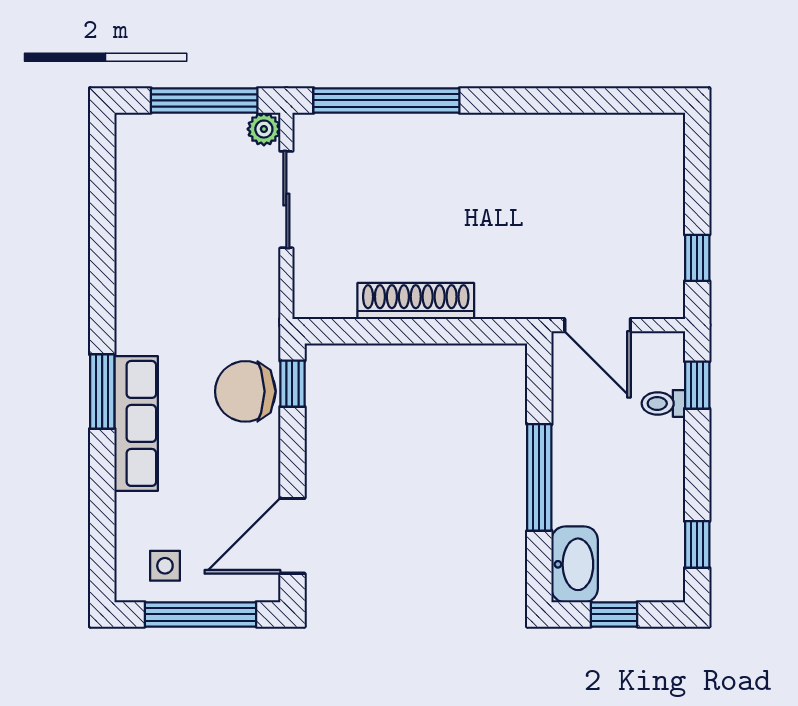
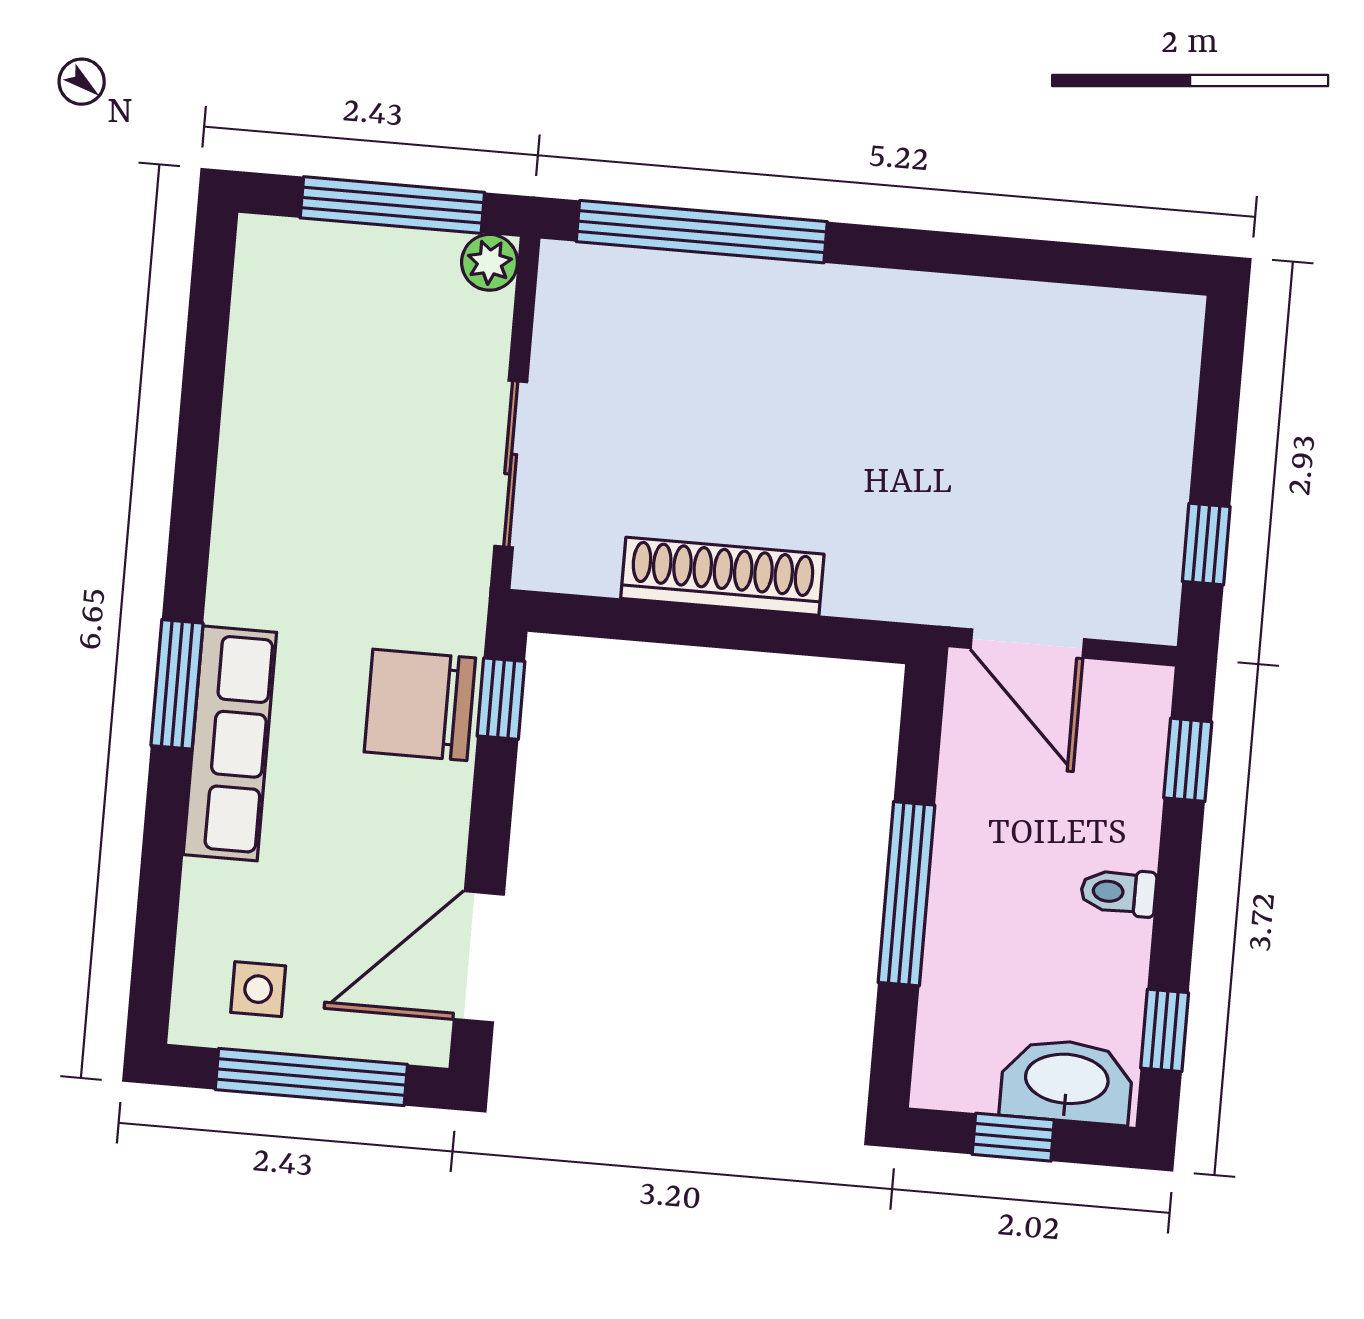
sliding door: (286, 200) -> (511, 464), moved
toilet: (663, 403) -> (1119, 892), moved
washbasin: (575, 564) -> (1067, 1081), moved, turned -90

